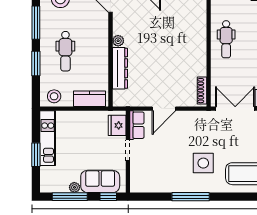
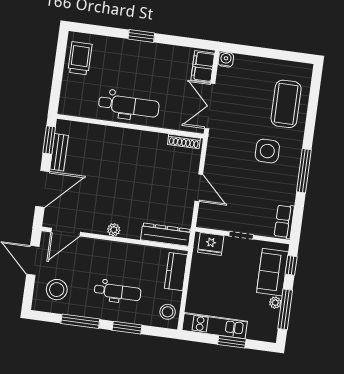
dental chair: (226, 39) -> (129, 106), width x1.36, depth x1.38
dresser: (120, 68) -> (166, 235), moved
row of seats: (137, 125) -> (284, 221), moved, turned -90

